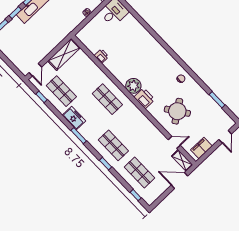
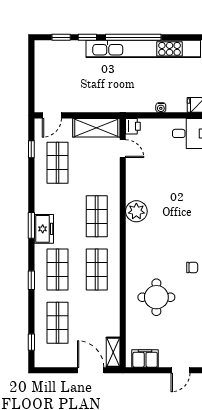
printer: (101, 56) -> (133, 126), moved
plant: (133, 86) -> (136, 211), moved
printer: (144, 98) -> (135, 252), removed
round table: (177, 111) -> (156, 297), turned 35
freezer: (74, 118) -> (44, 229), moved
shop shelf: (133, 126) -> (97, 269), added
door: (174, 142) -> (123, 149), moved

